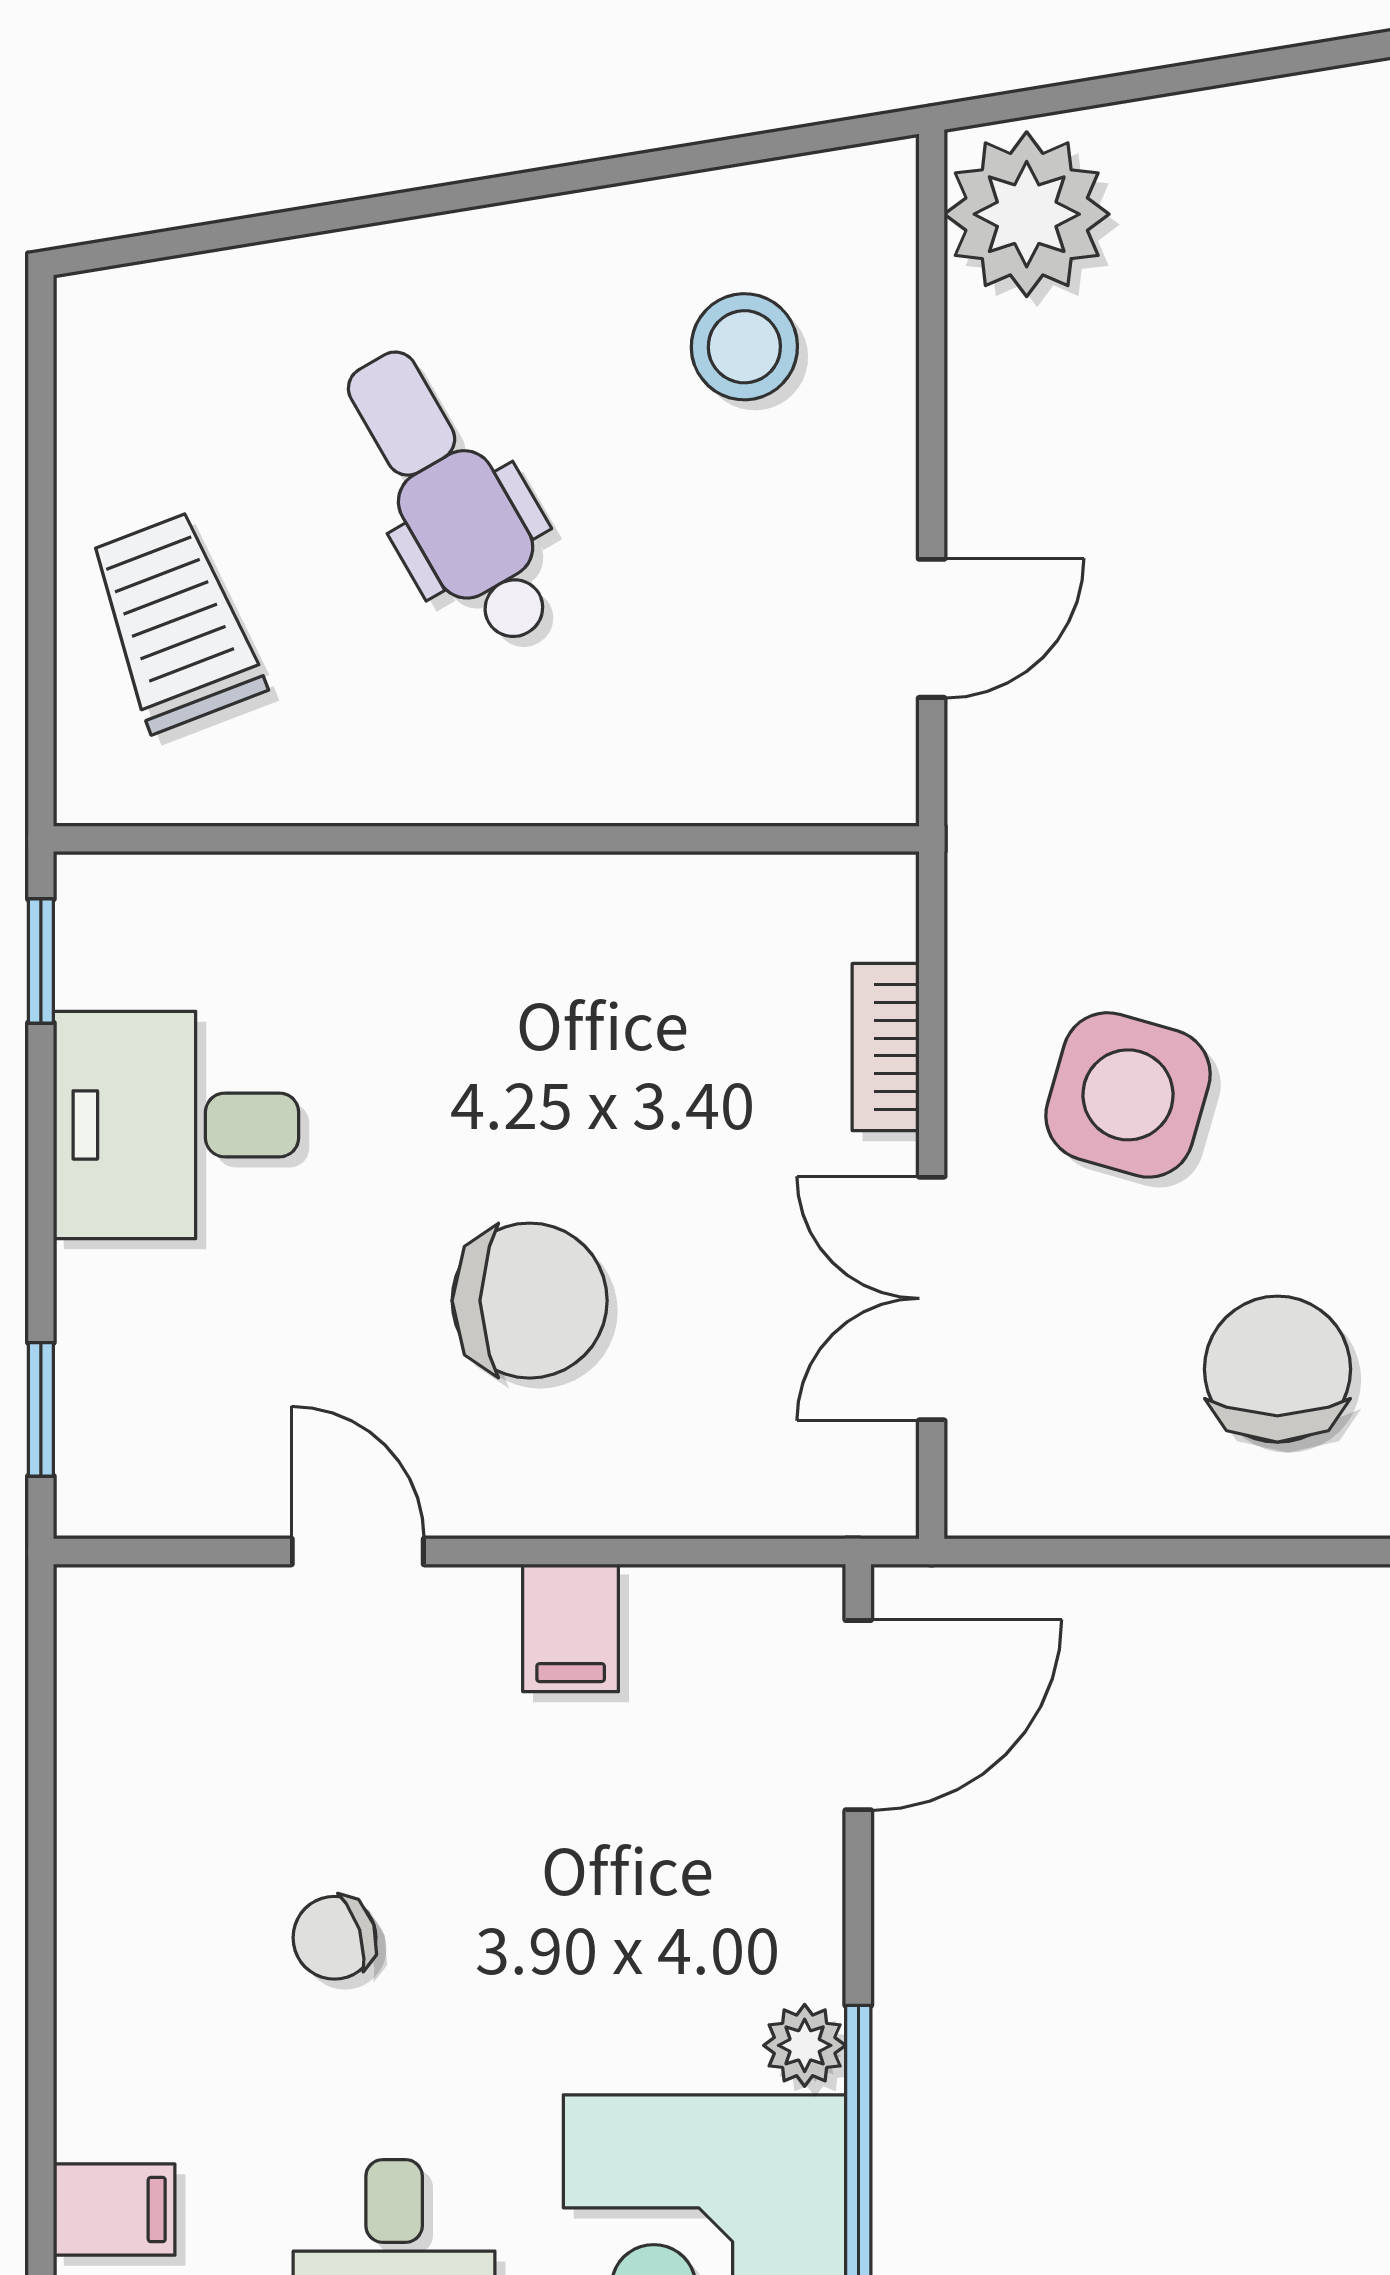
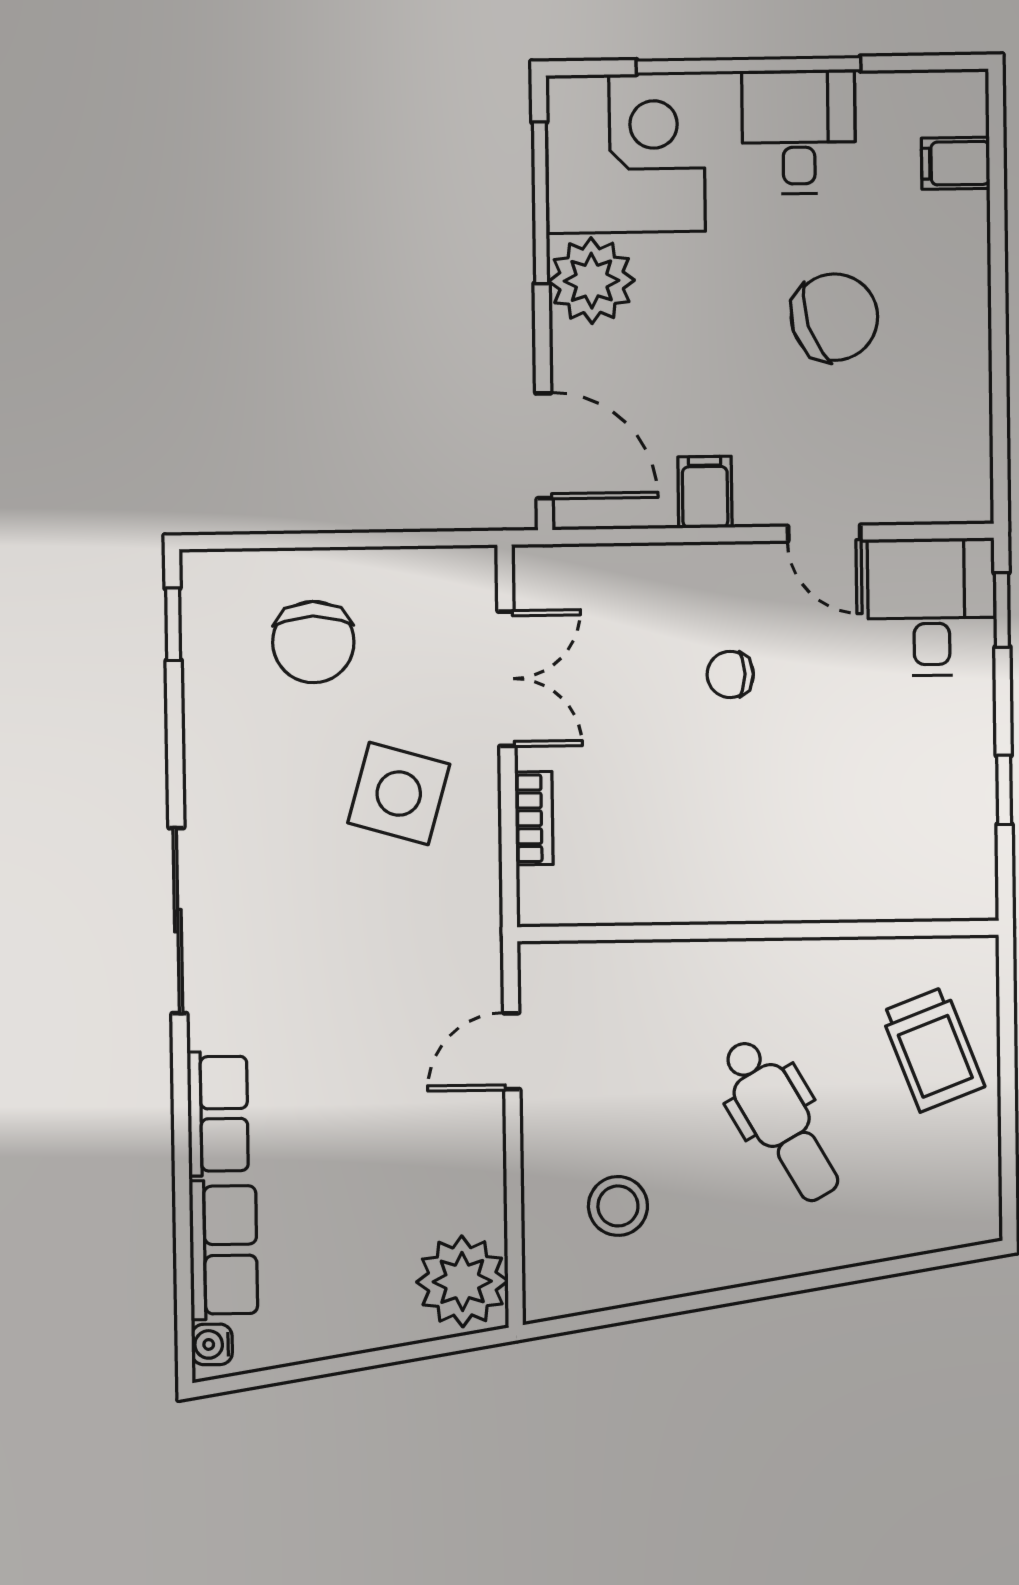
window: (41, 961) -> (1004, 790), moved
desk: (176, 1125) -> (931, 607), moved, turned -90
chair: (530, 1301) -> (730, 674), width x0.54, depth x0.54
door: (858, 1715) -> (544, 446), swing flipped
chair: (334, 1938) -> (834, 317), width x1.87, depth x1.87
plant: (805, 2045) -> (592, 281), width x1.88, depth x1.88

